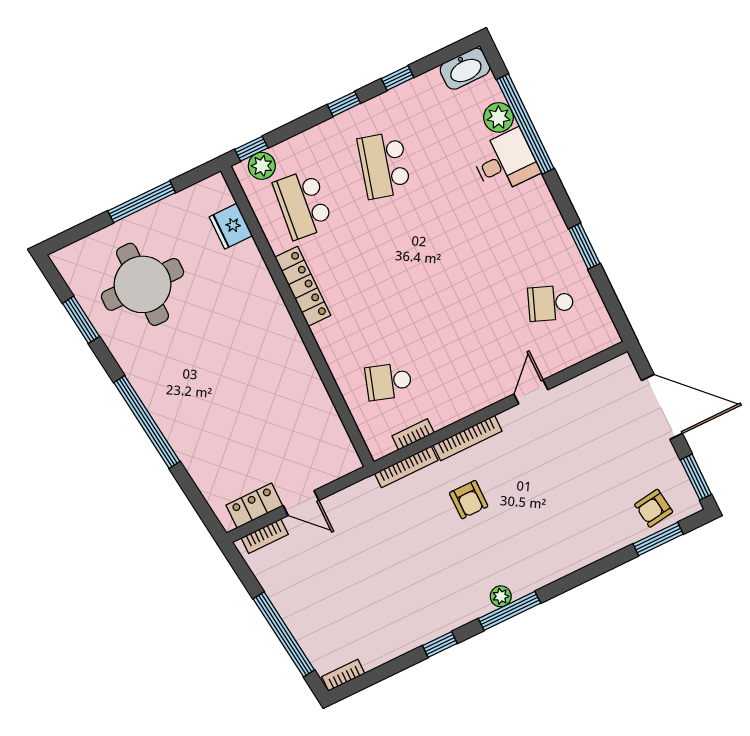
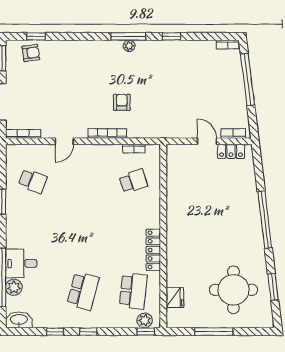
school desk: (389, 381) -> (133, 181), turned -36
bookcase: (406, 467) -> (23, 134), moved
window: (658, 539) -> (36, 36), width x0.67

